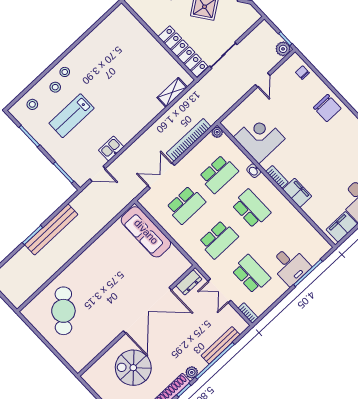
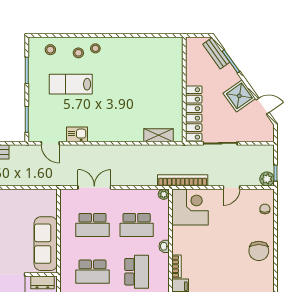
corner desk: (259, 138) -> (190, 207), moved
bookcase: (189, 140) -> (183, 180), moved
sofa: (146, 232) -> (46, 244), moved

